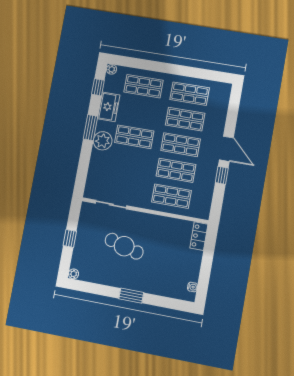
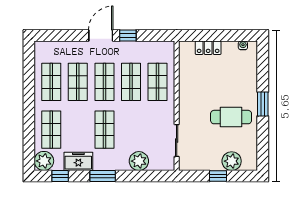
plant: (112, 69) -> (44, 161), width x1.87, depth x1.87
plant: (103, 141) -> (139, 161), moved
locker: (199, 236) -> (208, 48), moved
cafe table: (124, 246) -> (231, 117), moved, turned 74
plant: (74, 274) -> (232, 161), moved, width x1.88, depth x1.88

